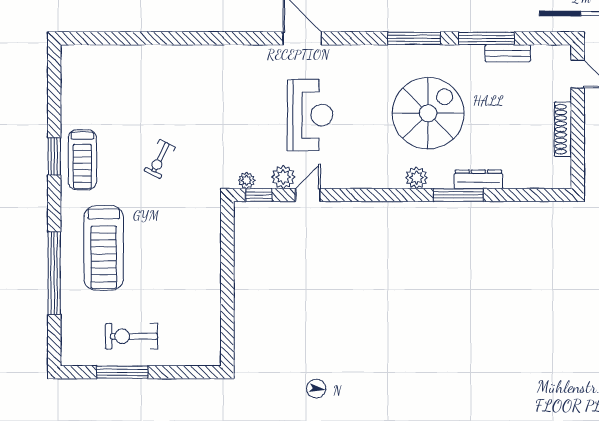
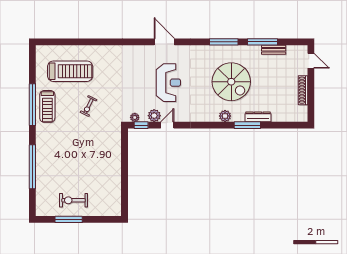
spiral stairs: (428, 113) -> (231, 82), turned 90
window: (54, 156) -> (32, 105), width x2.11
treadmill: (104, 248) -> (70, 71), moved, turned -90

